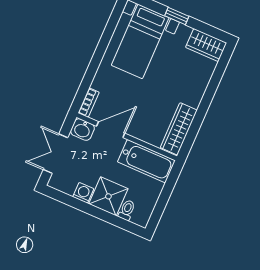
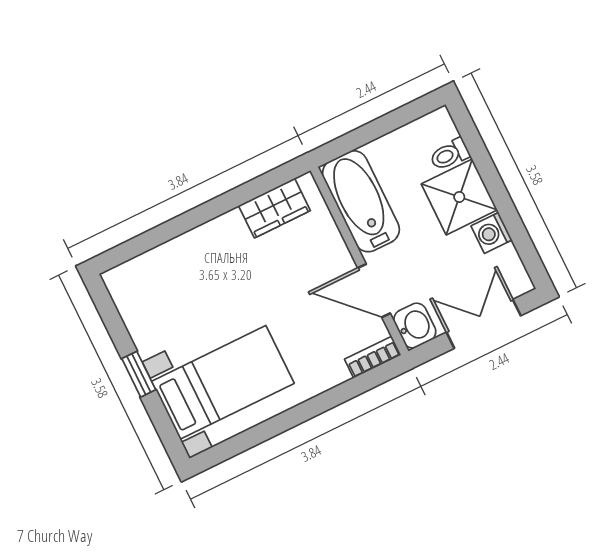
wardrobe: (206, 45) -> (132, 296), removed
wardrobe: (179, 129) -> (274, 208), width x0.67
double door: (55, 154) -> (484, 324), swing flipped

